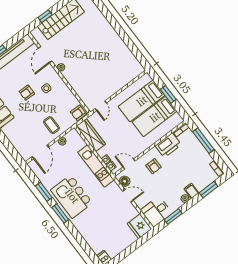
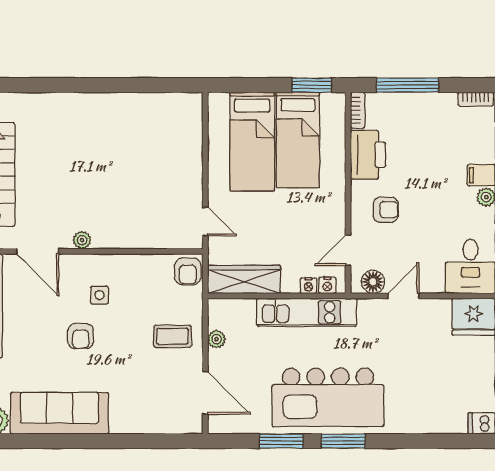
window: (168, 94) -> (312, 85), moved
kitchen island: (72, 196) -> (328, 397), width x1.37

